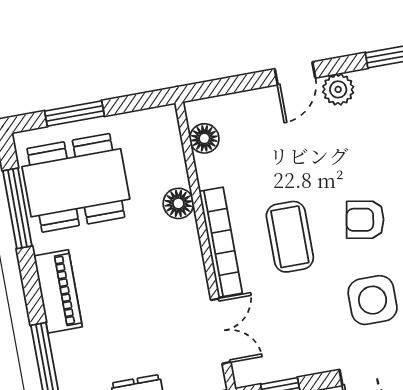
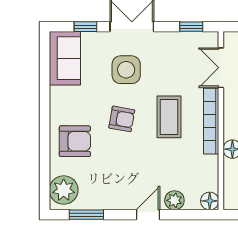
plant: (338, 89) -> (174, 200), moved
floor lamp: (204, 138) -> (210, 201), moved

